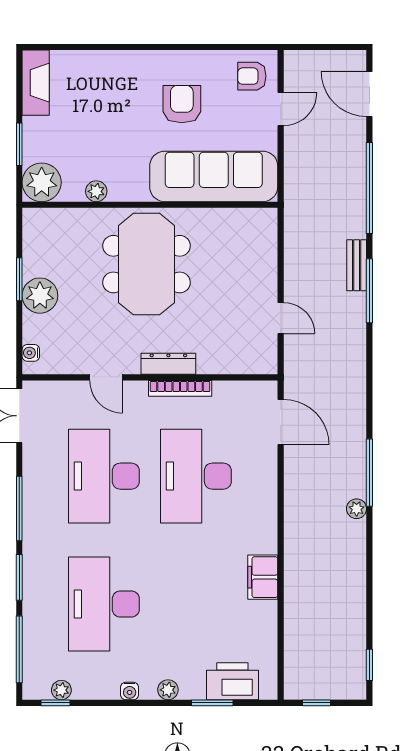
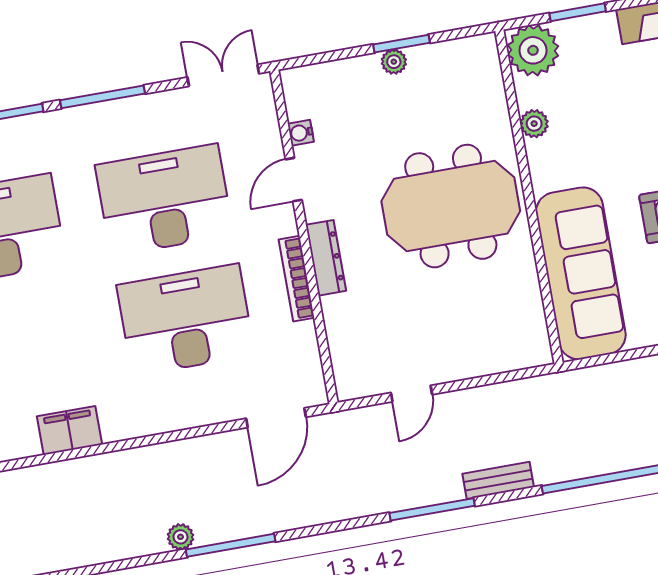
window: (369, 291) -> (432, 509), moved
plant: (40, 296) -> (394, 62), width x0.53, depth x0.53
water cooler: (31, 353) -> (301, 133), moved, turned -90

